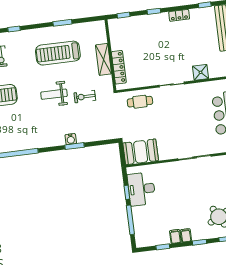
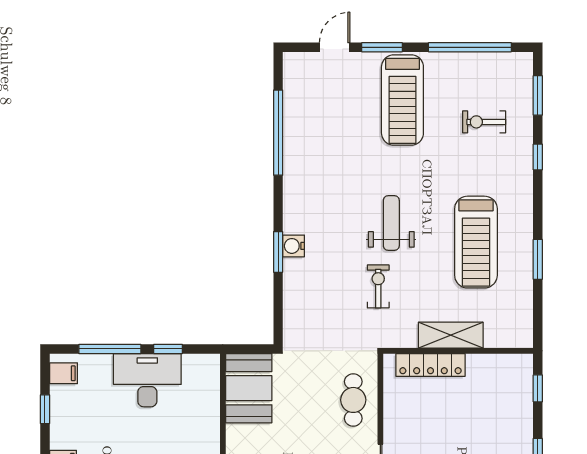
treadmill: (58, 53) -> (476, 242), turned 180
desk: (141, 189) -> (147, 380), moved
filing cabinet: (175, 236) -> (63, 373), moved

